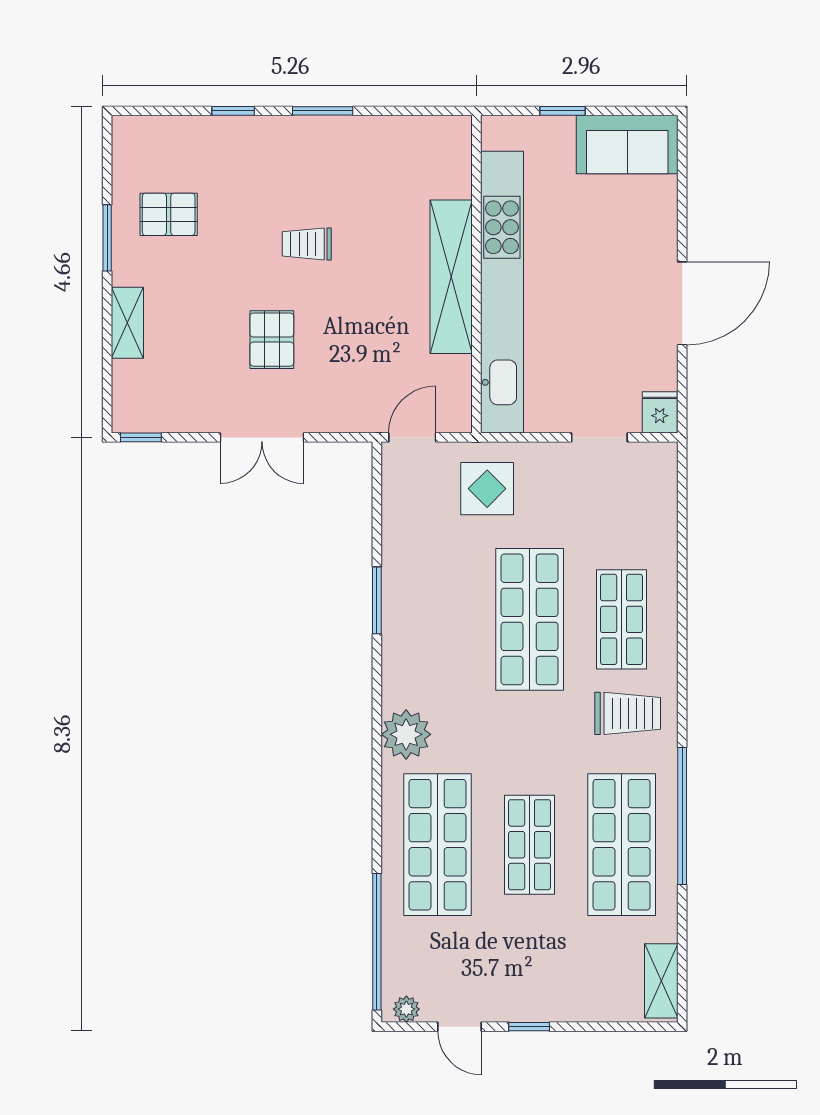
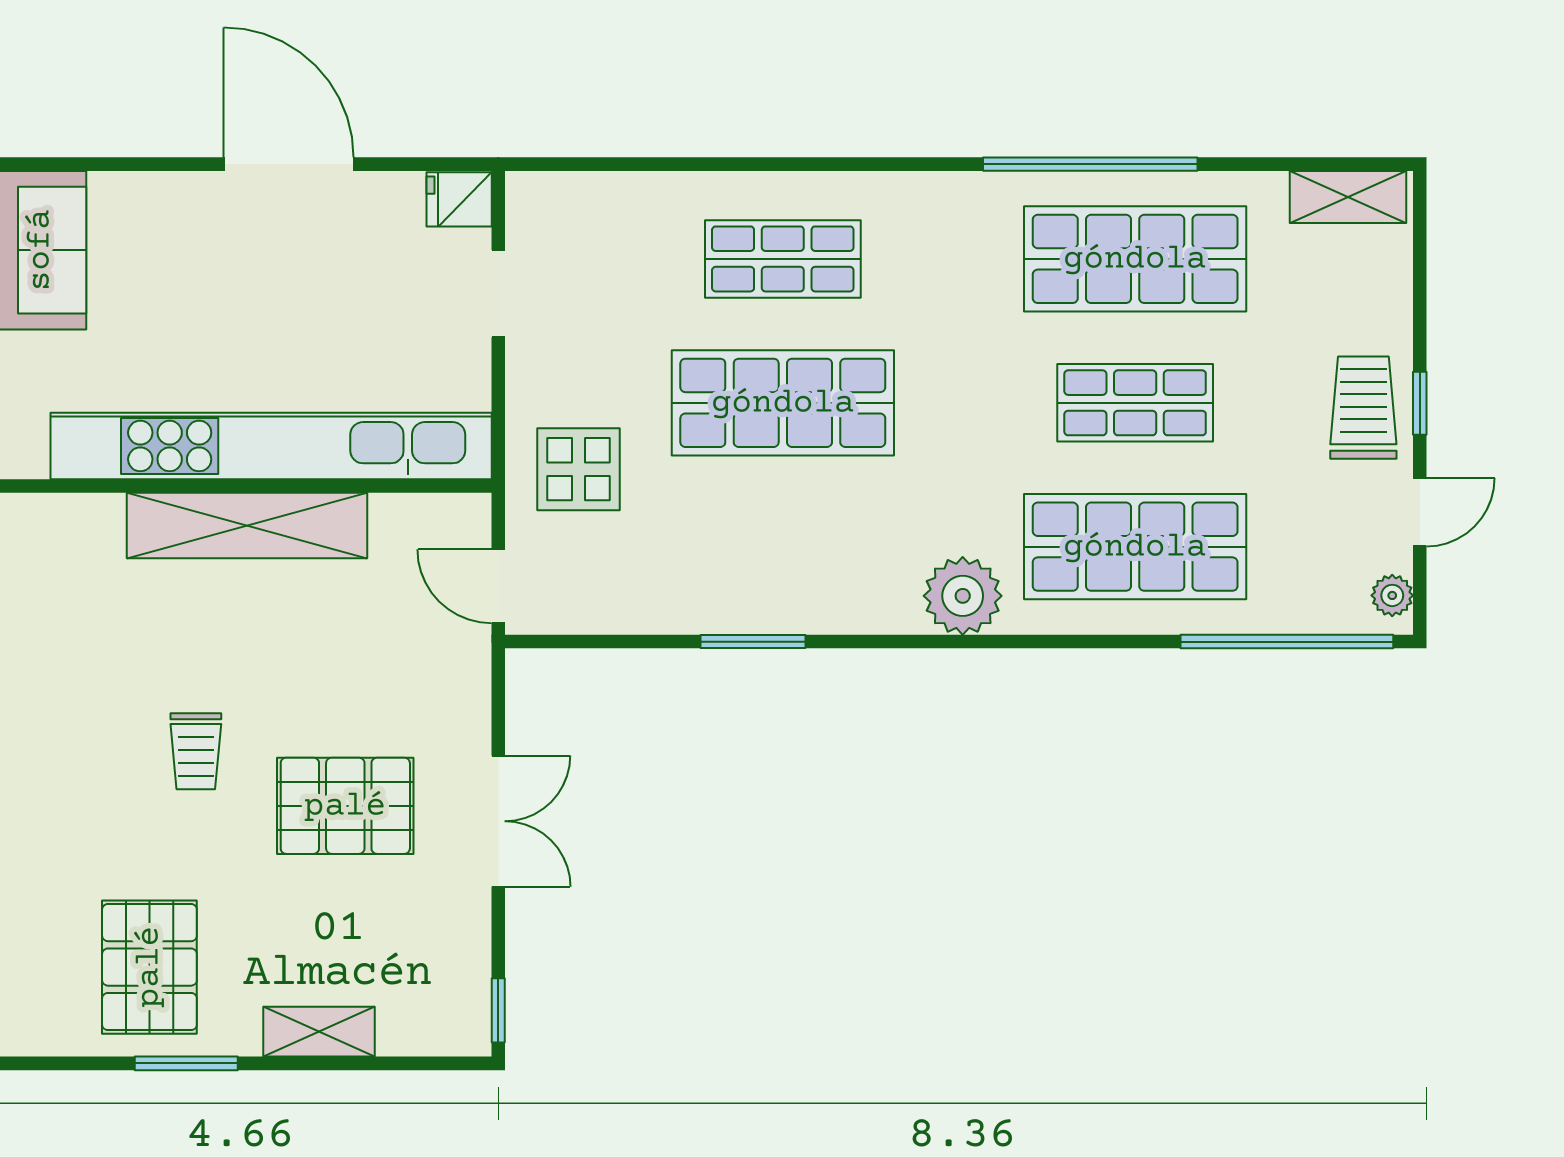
pallet: (169, 214) -> (149, 967), width x1.50, depth x1.42
pallet: (272, 340) -> (345, 806), width x1.50, depth x1.42
trolley: (628, 713) -> (1363, 408), moved

